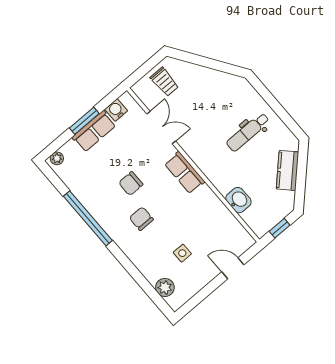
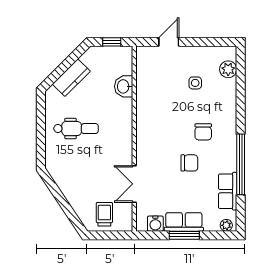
row of seats: (185, 173) -> (228, 191), moved, turned 180
door: (233, 268) -> (169, 42), swing flipped

